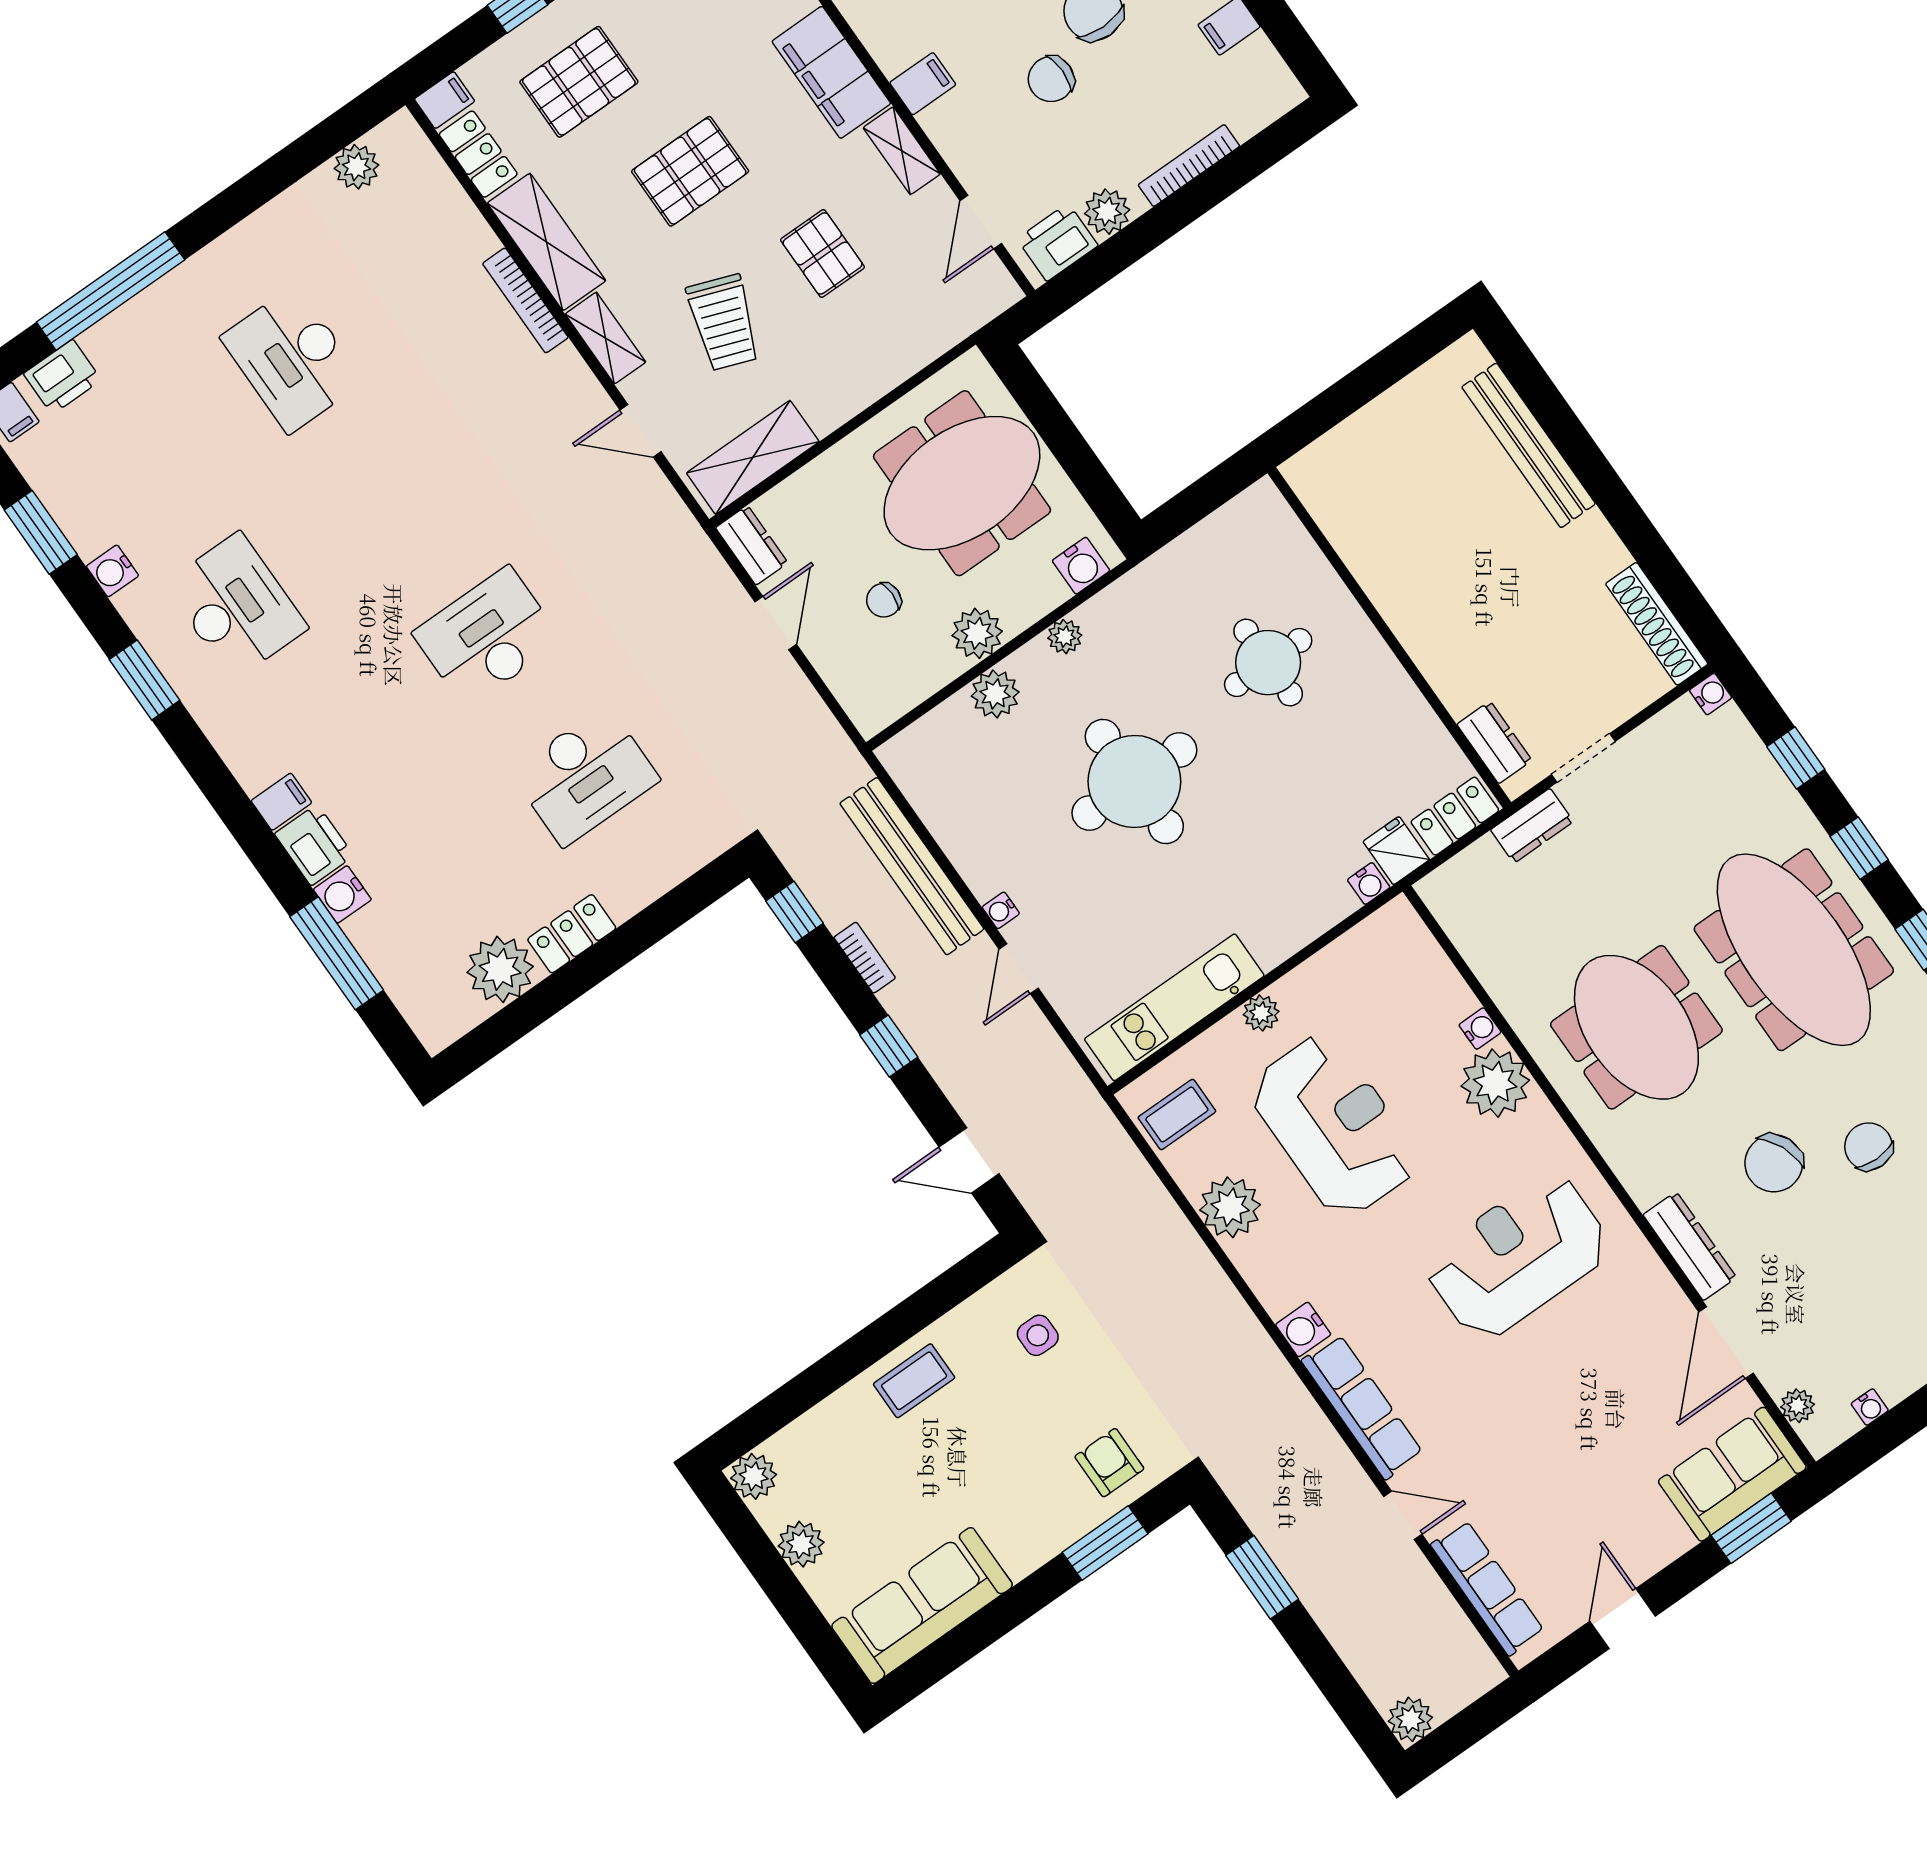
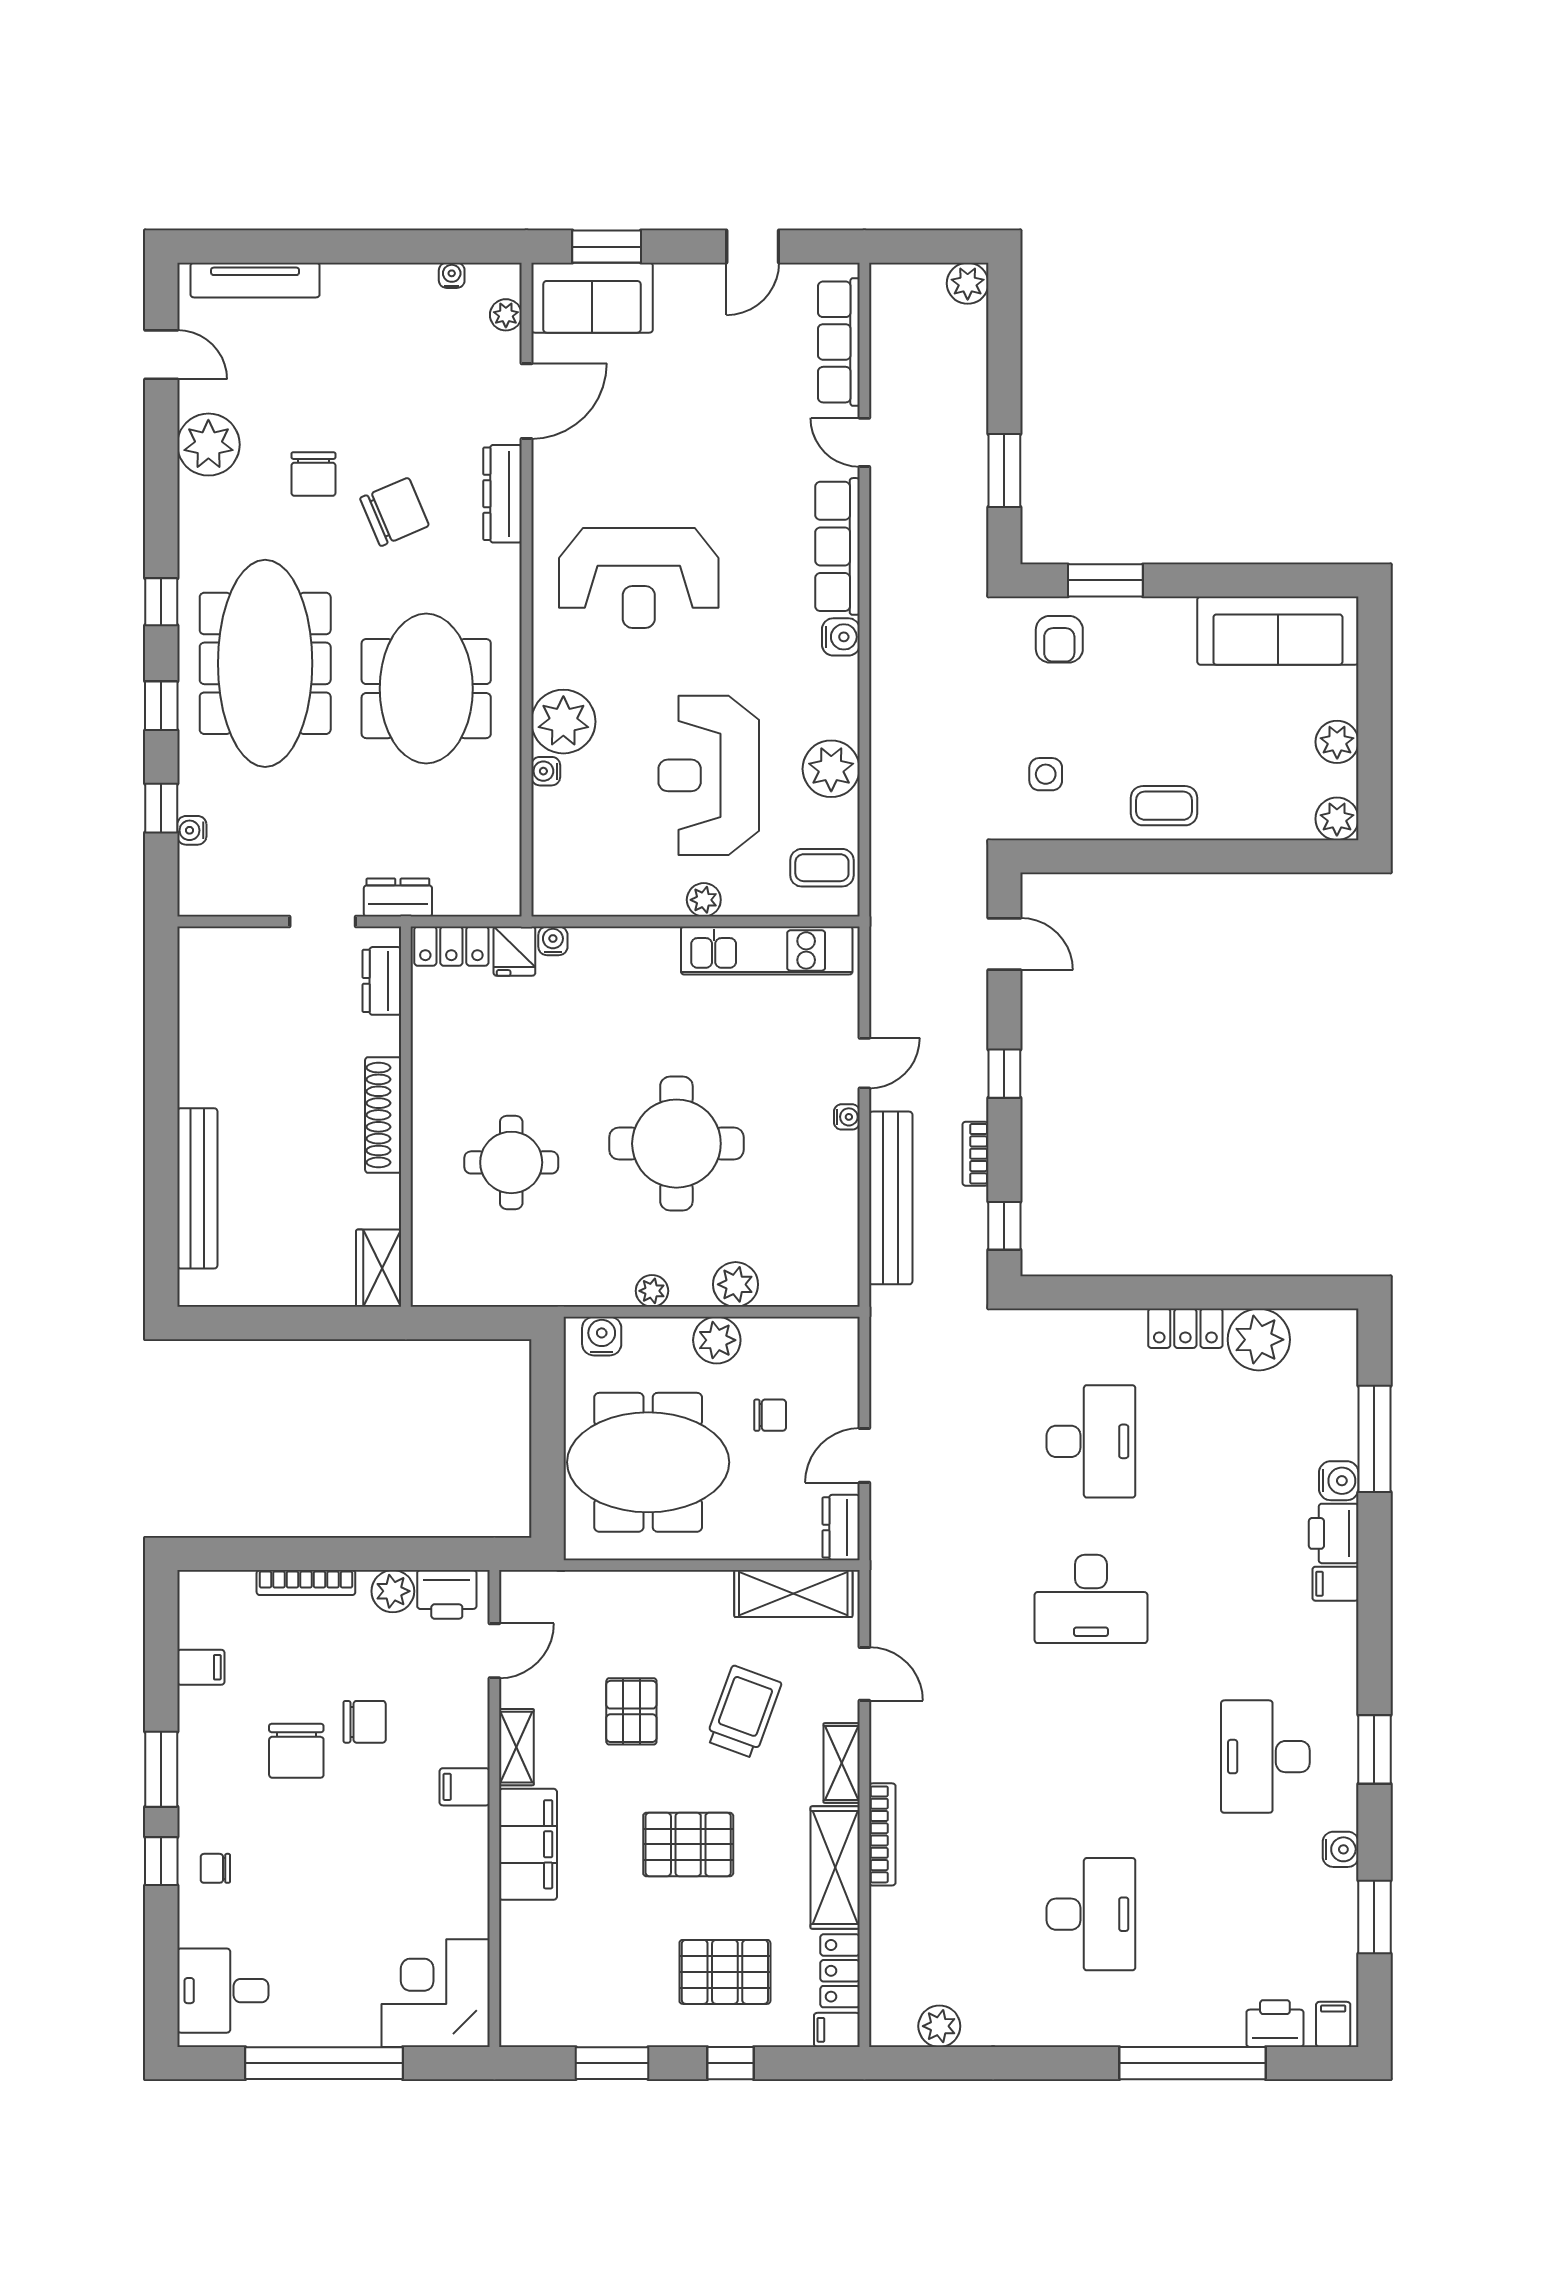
wardrobe: (1320, 487) -> (379, 1268), added
shoe rack: (1657, 624) -> (383, 1115), moved, turned 180
water cooler: (1711, 694) -> (192, 830), moved
desk: (585, 776) -> (1091, 1441), turned 90

